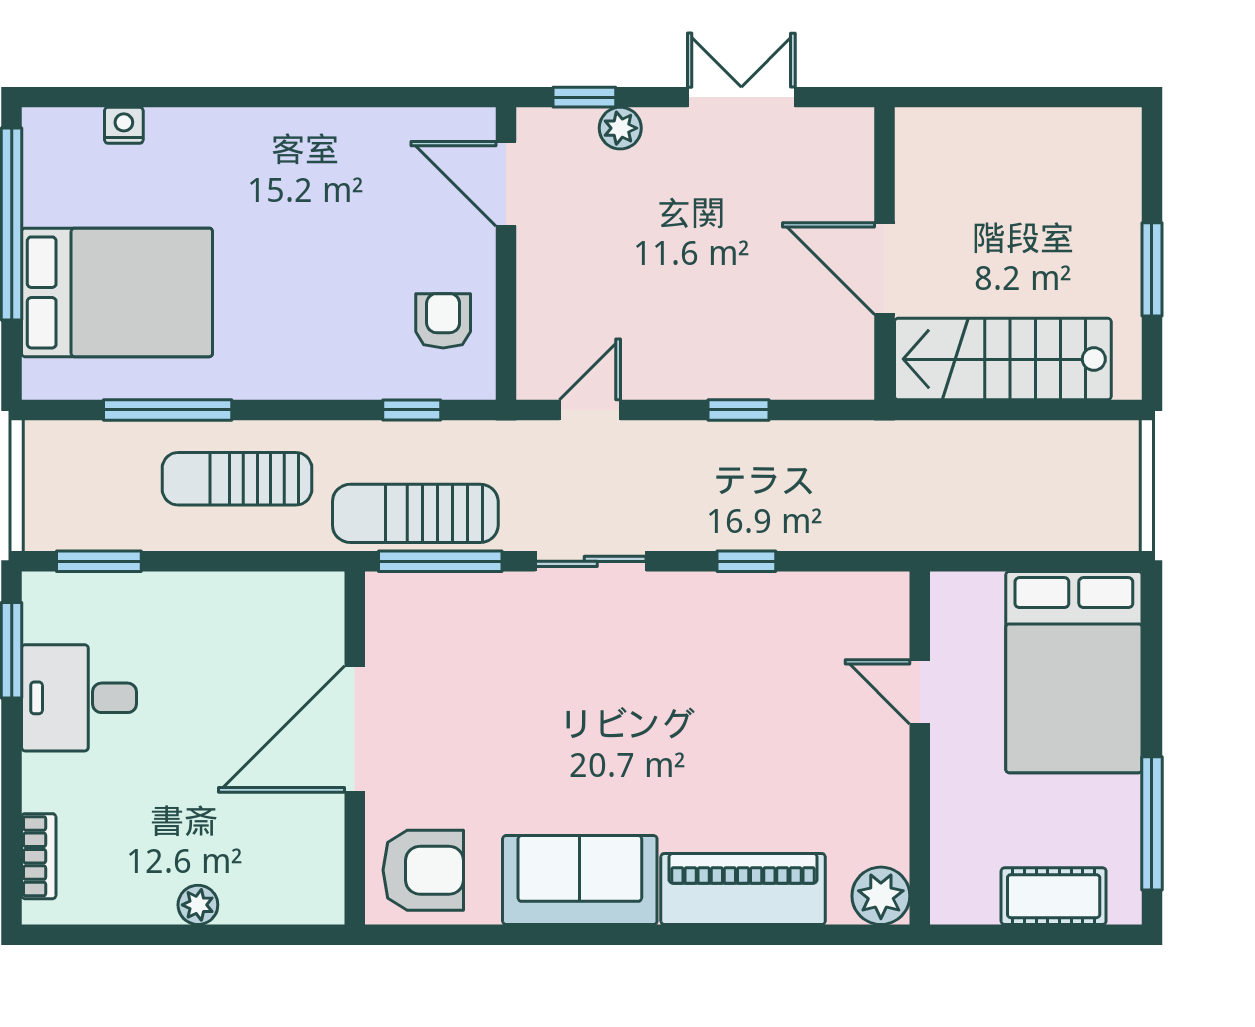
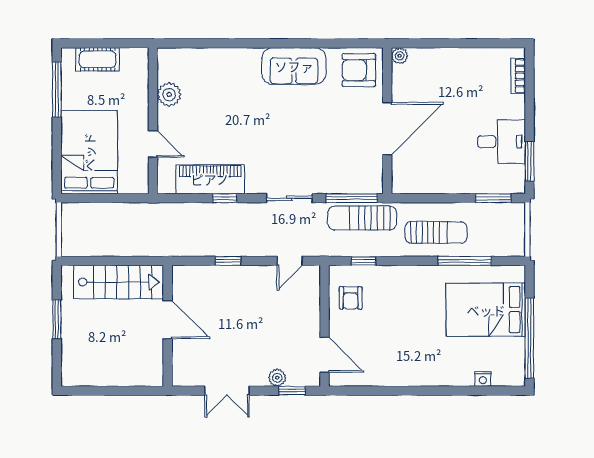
sun lounger: (415, 513) -> (362, 218), turned 180
piano: (743, 889) -> (210, 179), moved, turned 180
plant: (881, 896) -> (169, 94), moved
plant: (198, 905) -> (400, 56), moved

